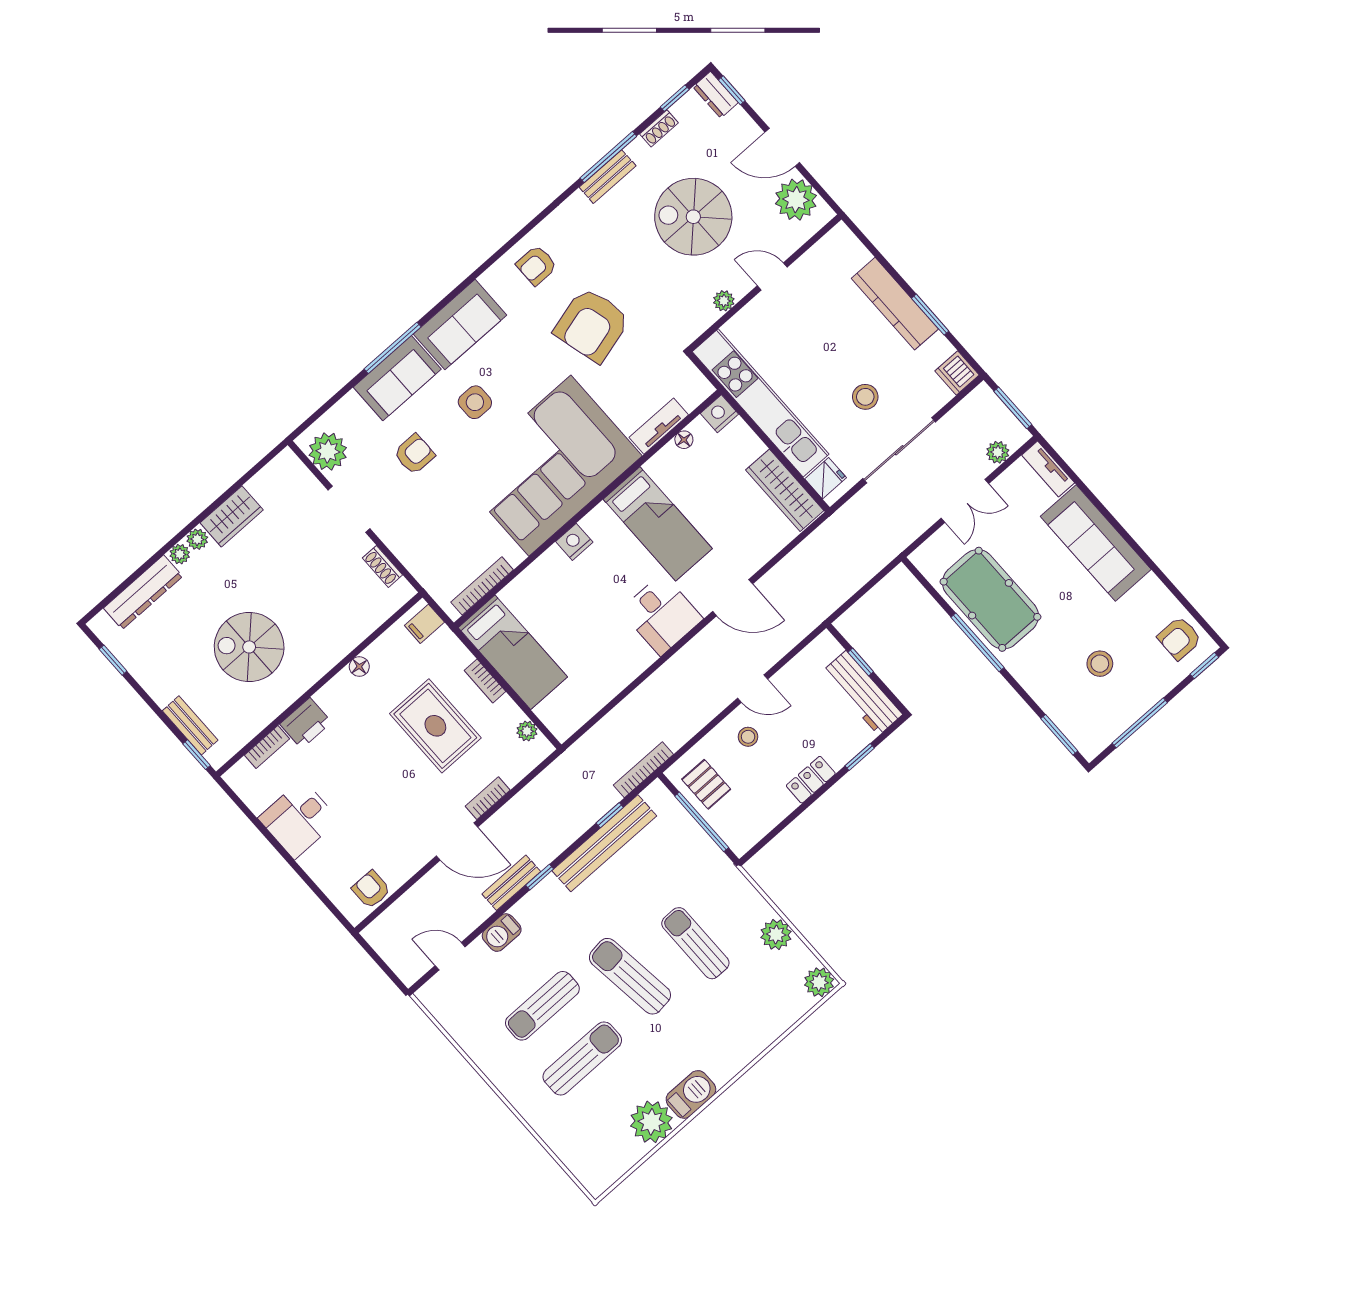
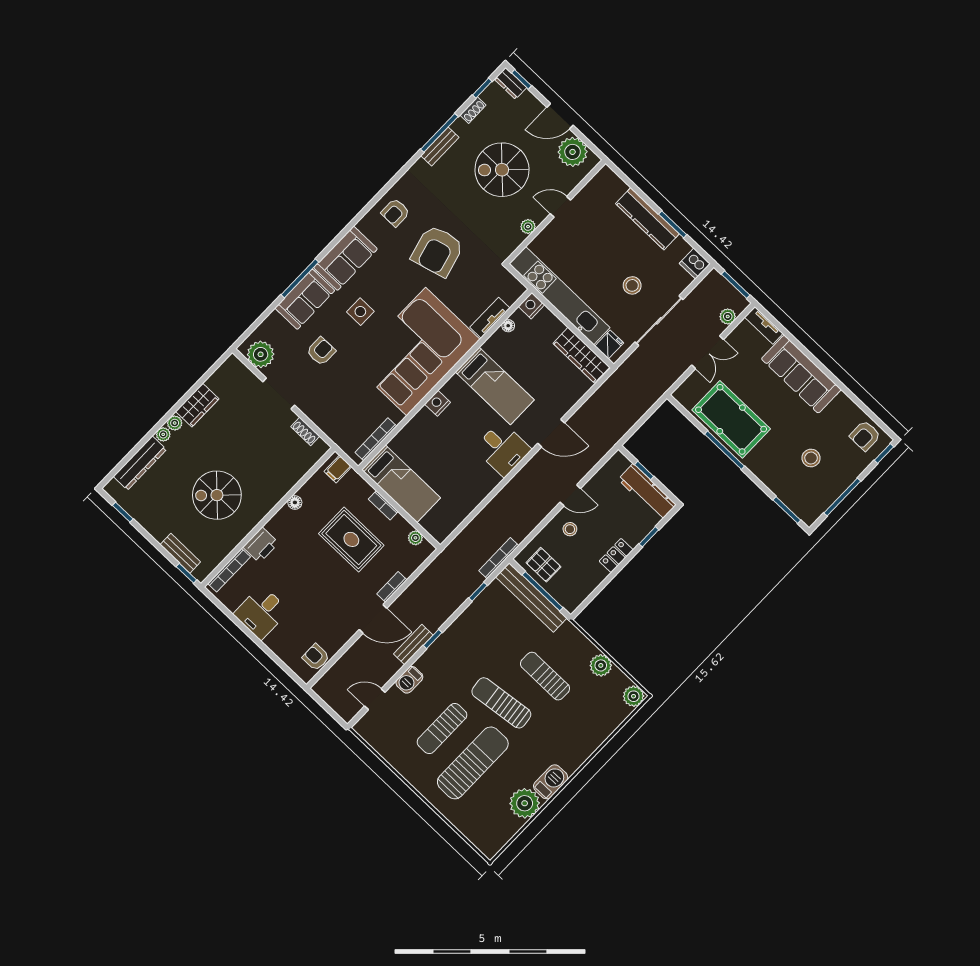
bookcase: (267, 747) -> (229, 570), width x1.56
bench: (604, 843) -> (531, 597), moved, turned 90
sun lounger: (582, 1058) -> (473, 763), width x1.36, depth x1.34

